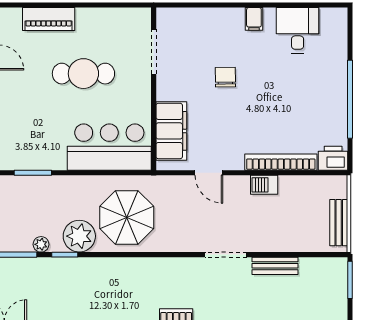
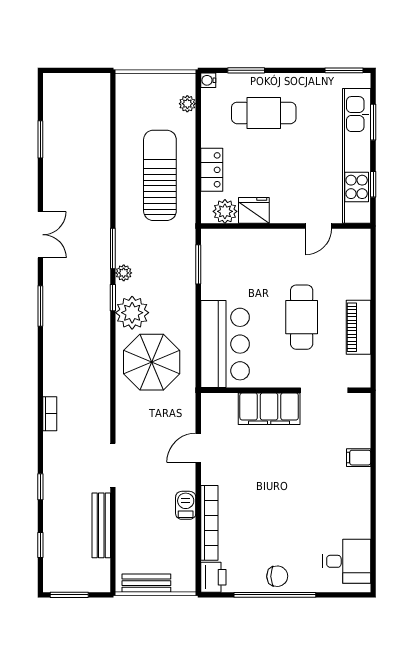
piano: (49, 19) -> (358, 327), moved
filing cabinet: (254, 19) -> (359, 458), moved
desk: (298, 30) -> (347, 561), moved
chair: (225, 77) -> (277, 576), moved
filing cabinet: (171, 131) -> (269, 409), moved
bench: (275, 266) -> (101, 525), width x1.36
window: (350, 280) -> (69, 595), moved

